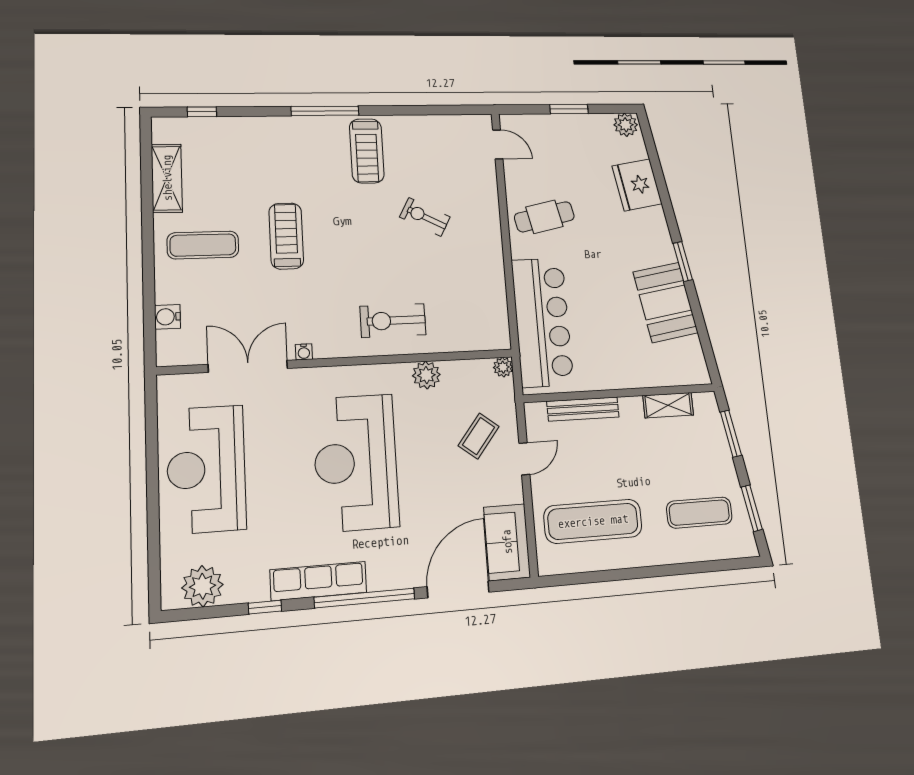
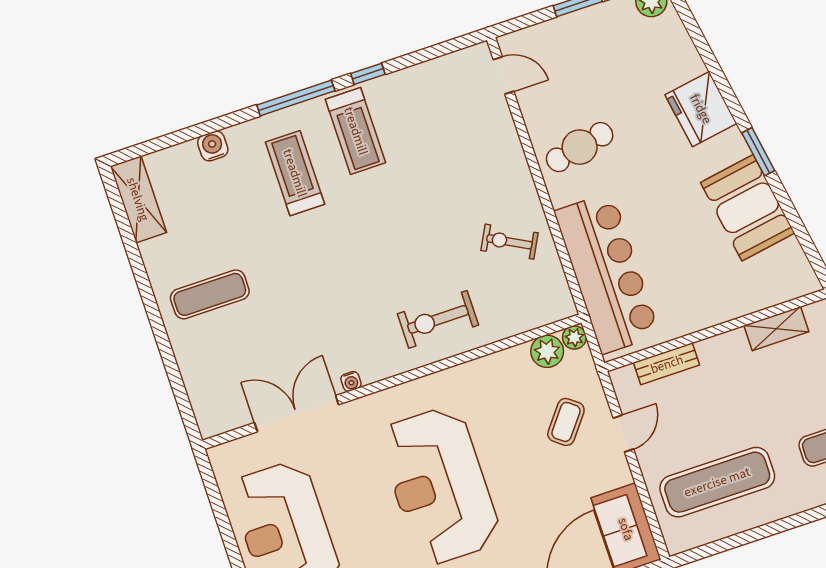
window: (202, 112) -> (368, 74), moved
shelving: (167, 178) -> (138, 199), moved
fridge: (637, 185) -> (701, 109), moved
exercise bike: (425, 217) -> (509, 242), moved
treadmill: (286, 236) -> (295, 173), moved
water cooler: (167, 317) -> (213, 146), moved, turned 90
plant: (426, 375) -> (547, 351), moved
bench: (583, 409) -> (667, 364), width x0.73

